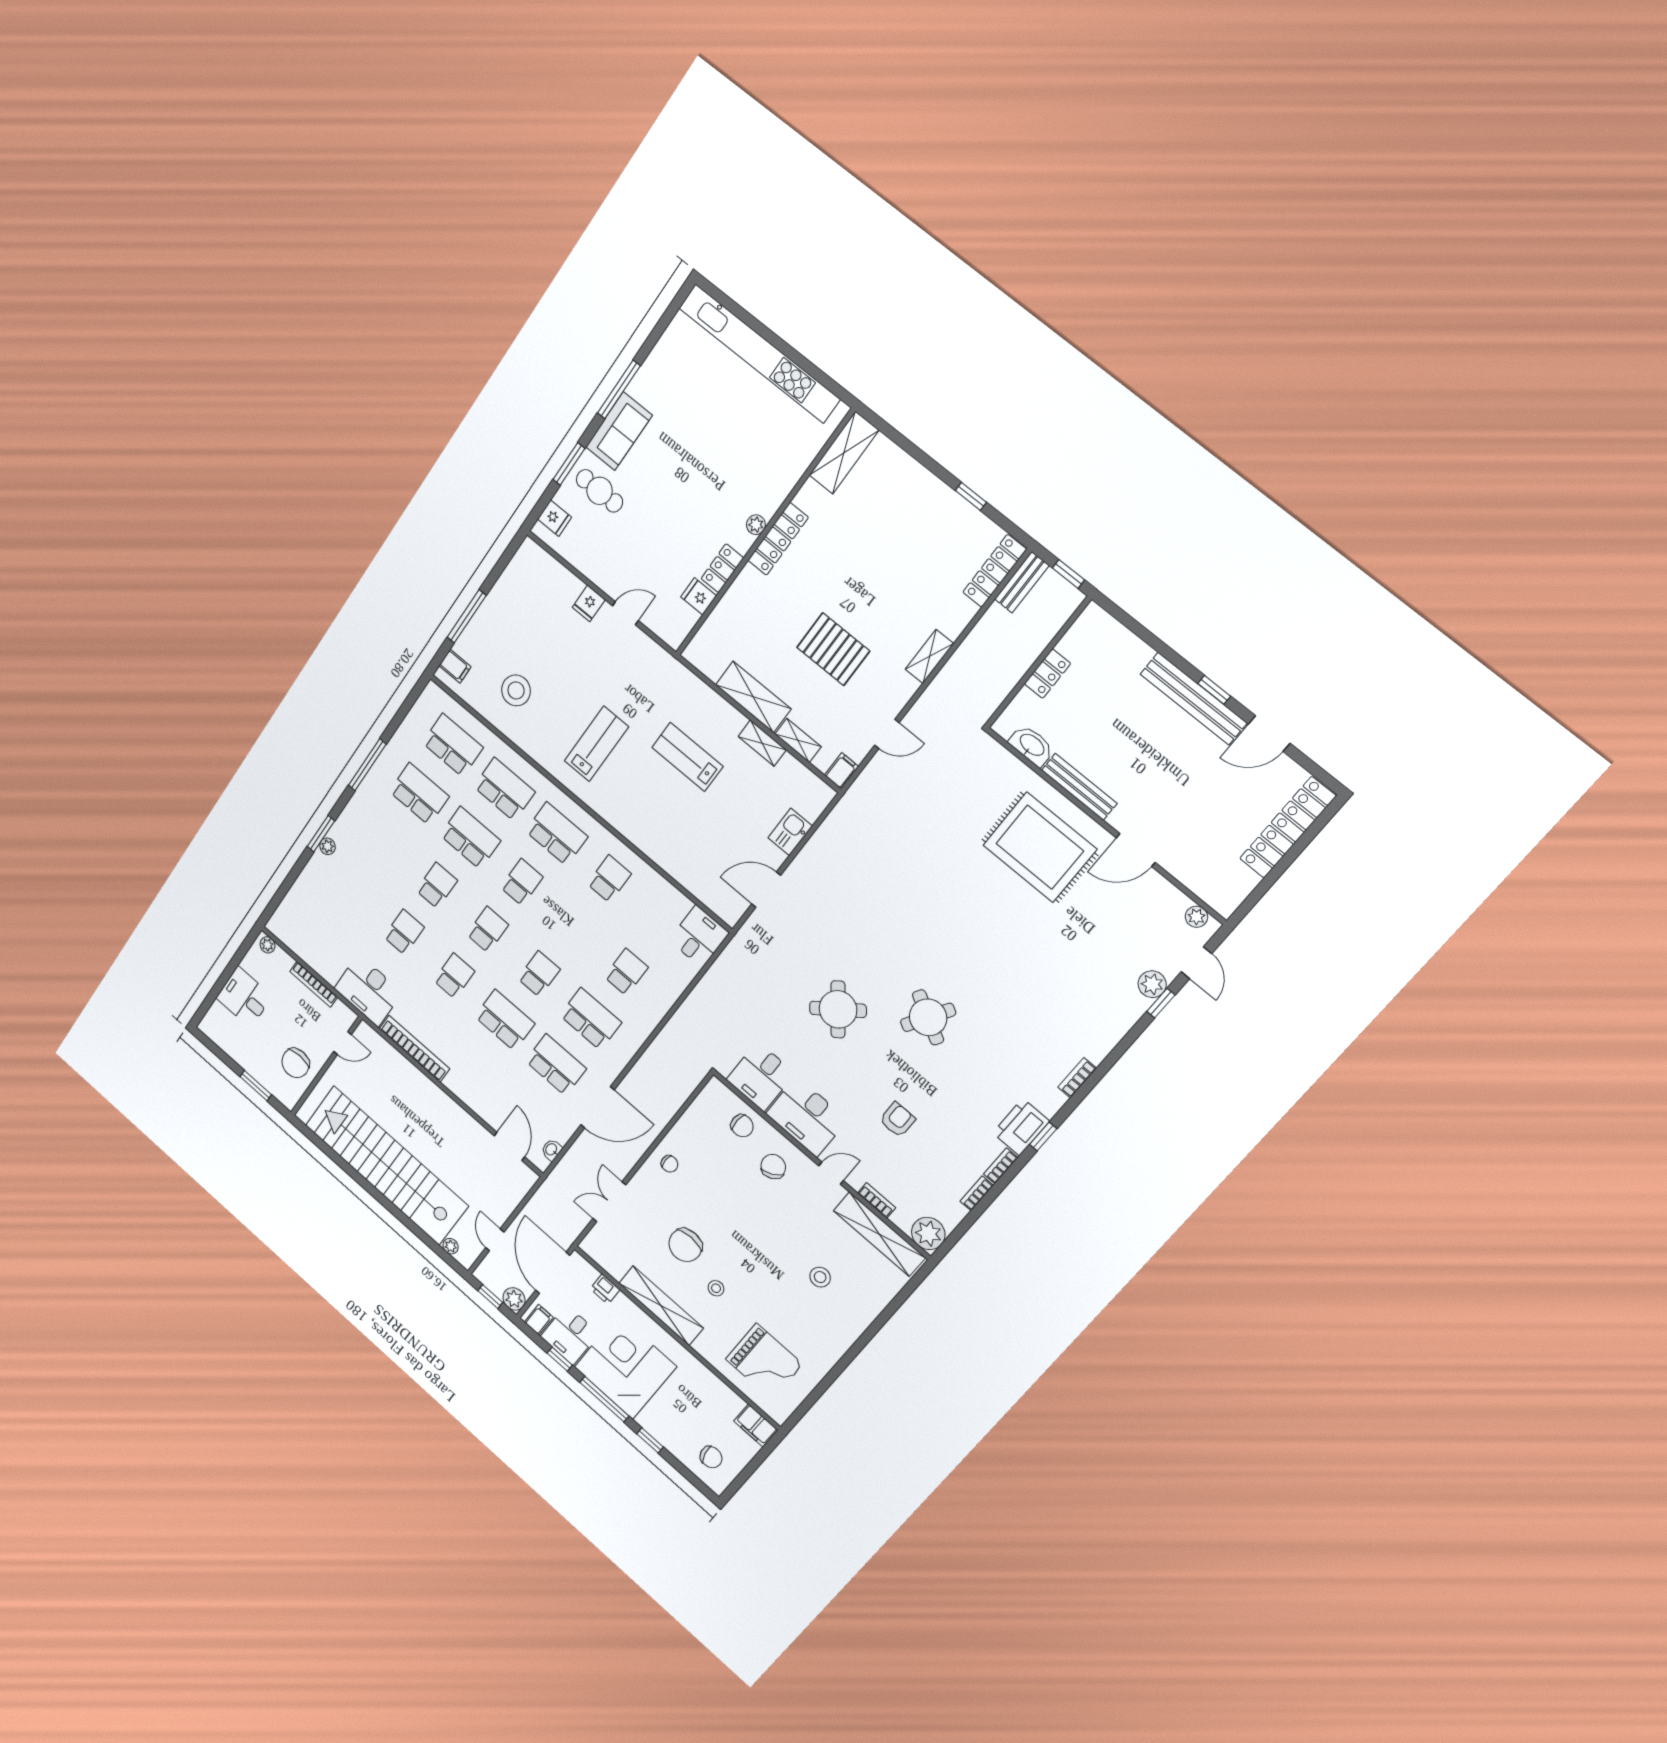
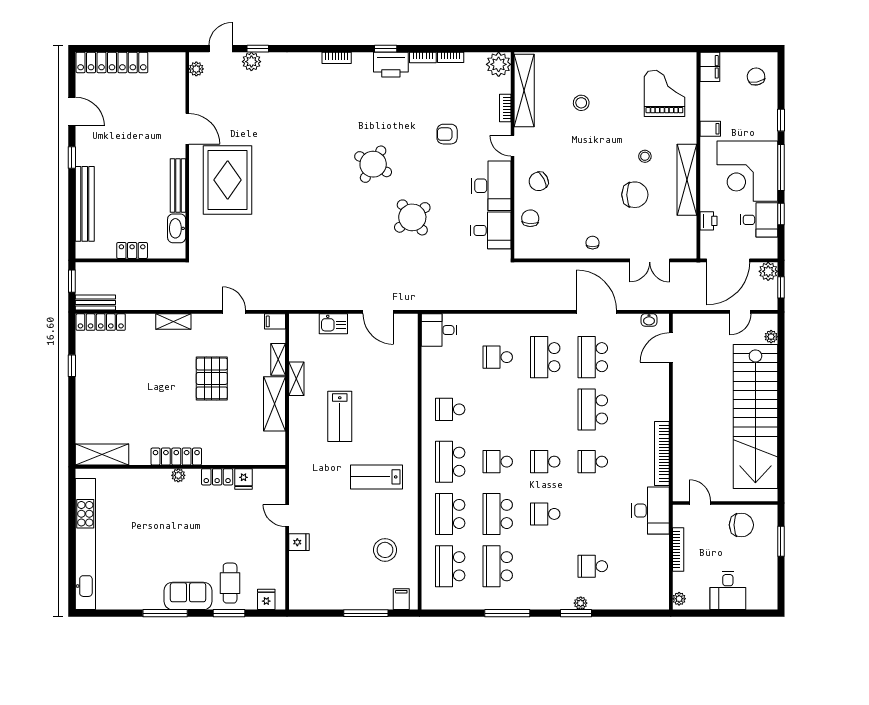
bench: (1193, 698) -> (85, 204), moved
school desk: (404, 932) -> (593, 566), moved
school desk: (539, 974) -> (545, 409), removed
filing cabinet: (539, 1320) -> (710, 129), moved, turned 180

